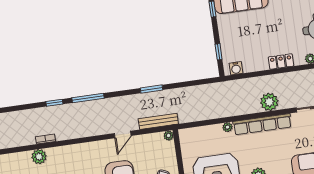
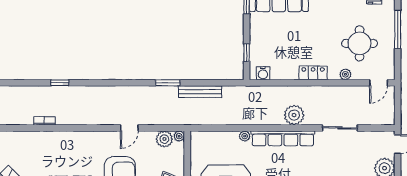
window: (88, 98) -> (97, 83), removed
bench: (158, 121) -> (200, 92), moved
plant: (39, 157) -> (164, 139), moved

